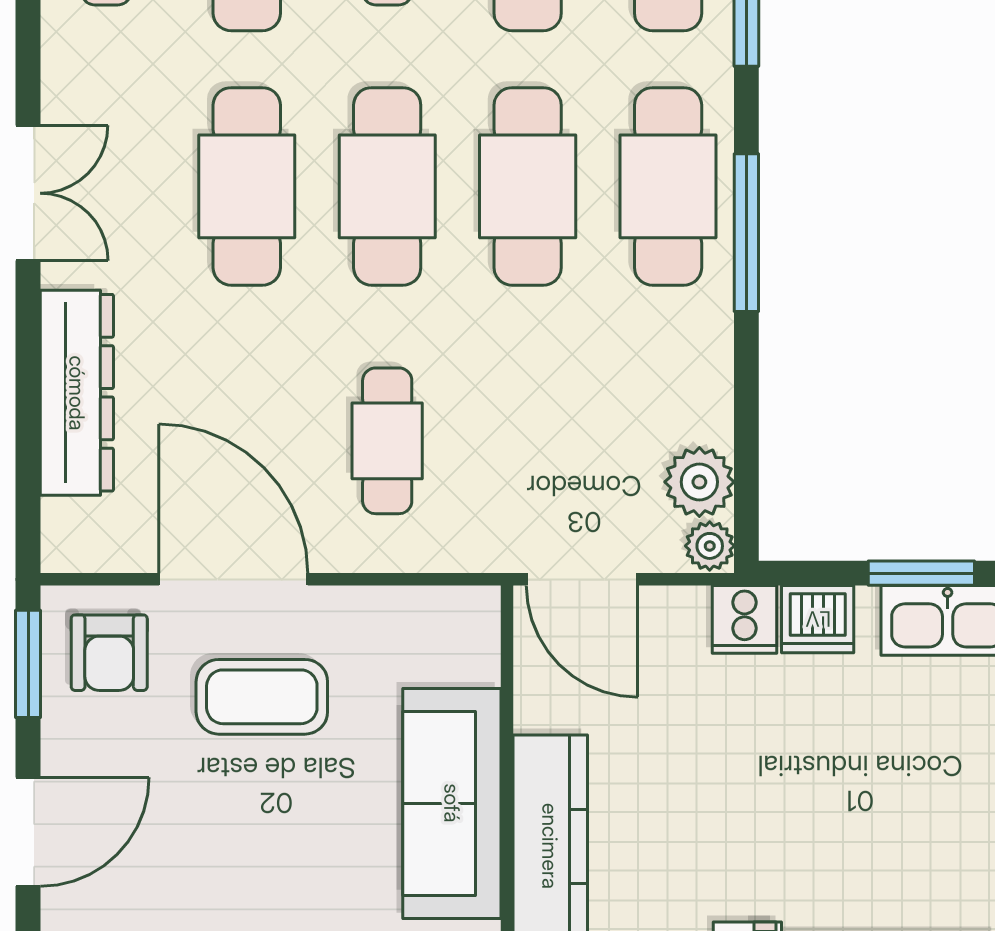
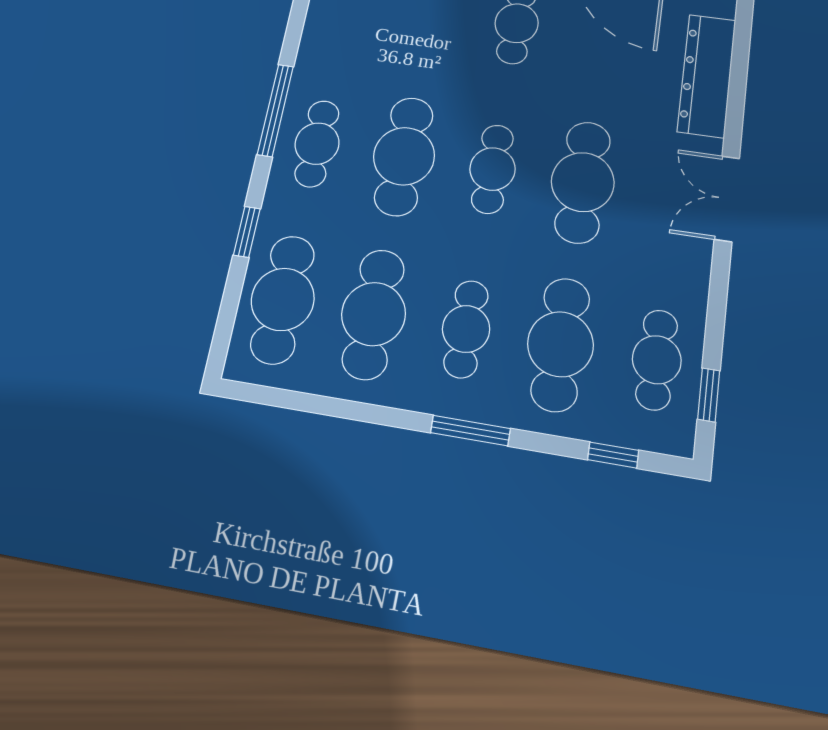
cafe table: (387, 186) -> (492, 169), width x0.73, depth x0.74
cafe table: (668, 186) -> (317, 144), width x0.73, depth x0.74

